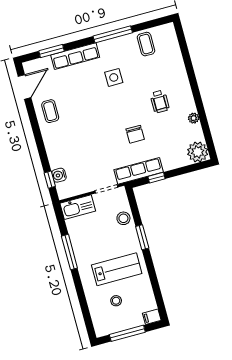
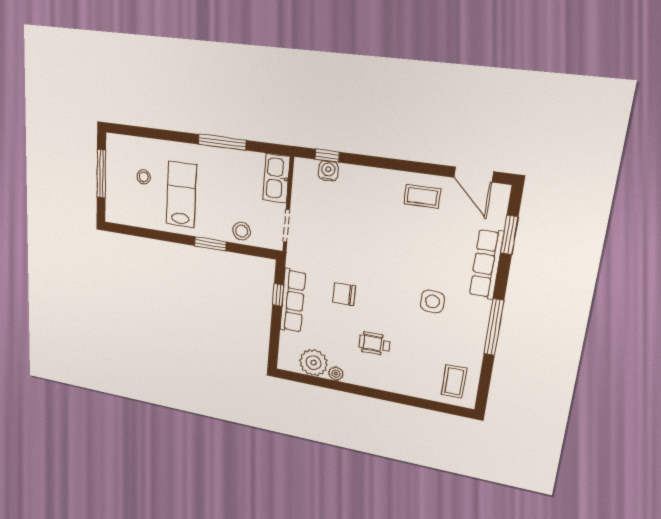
coffee table: (146, 44) -> (454, 381), moved, turned 90
plant: (198, 152) -> (314, 363), moved
row of seats: (139, 171) -> (293, 301), moved
lab bench: (117, 269) -> (181, 194), turned 180
filing cabinet: (152, 317) -> (112, 212), removed

